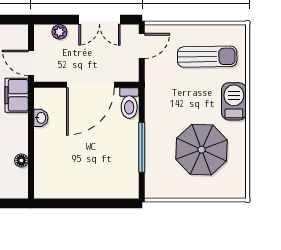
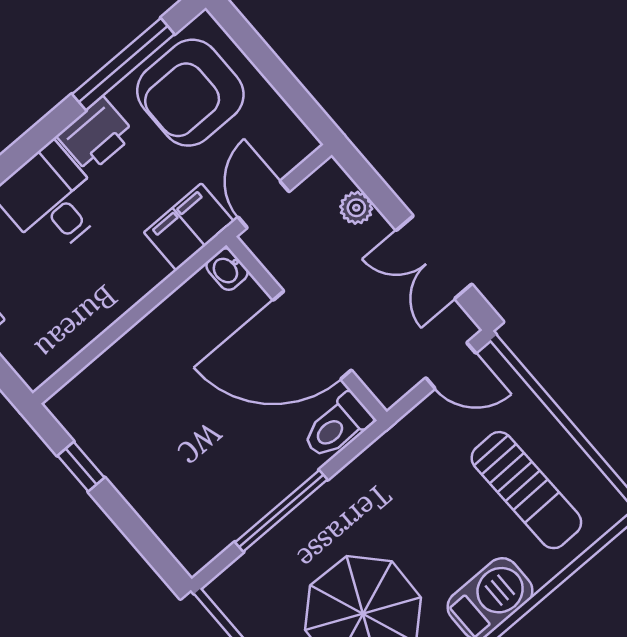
washbasin: (41, 118) -> (227, 269), moved, turned 90
floor lamp: (21, 161) -> (87, 328), removed
window: (67, 203) -> (81, 467), added

